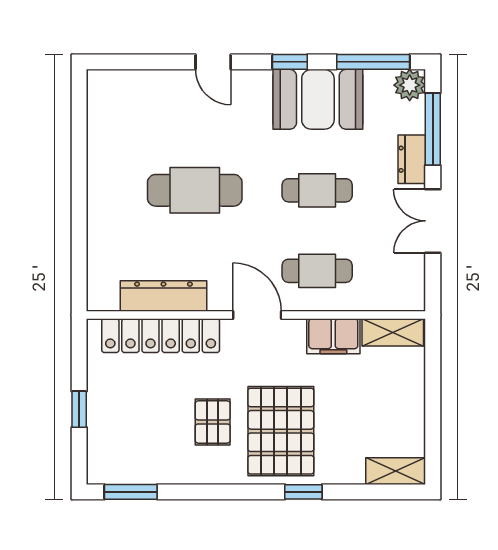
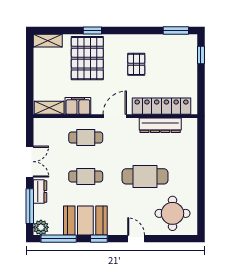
round table: (138, 114) -> (172, 213), added
door: (257, 315) -> (115, 116), swing flipped
window: (79, 409) -> (201, 55), moved
pallet: (281, 431) -> (87, 58), moved

